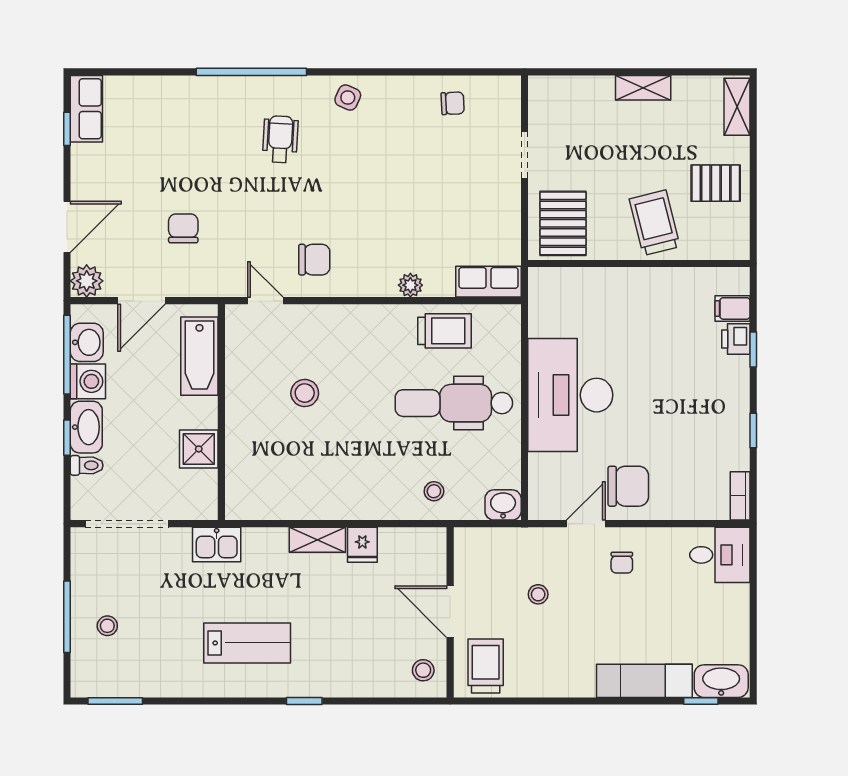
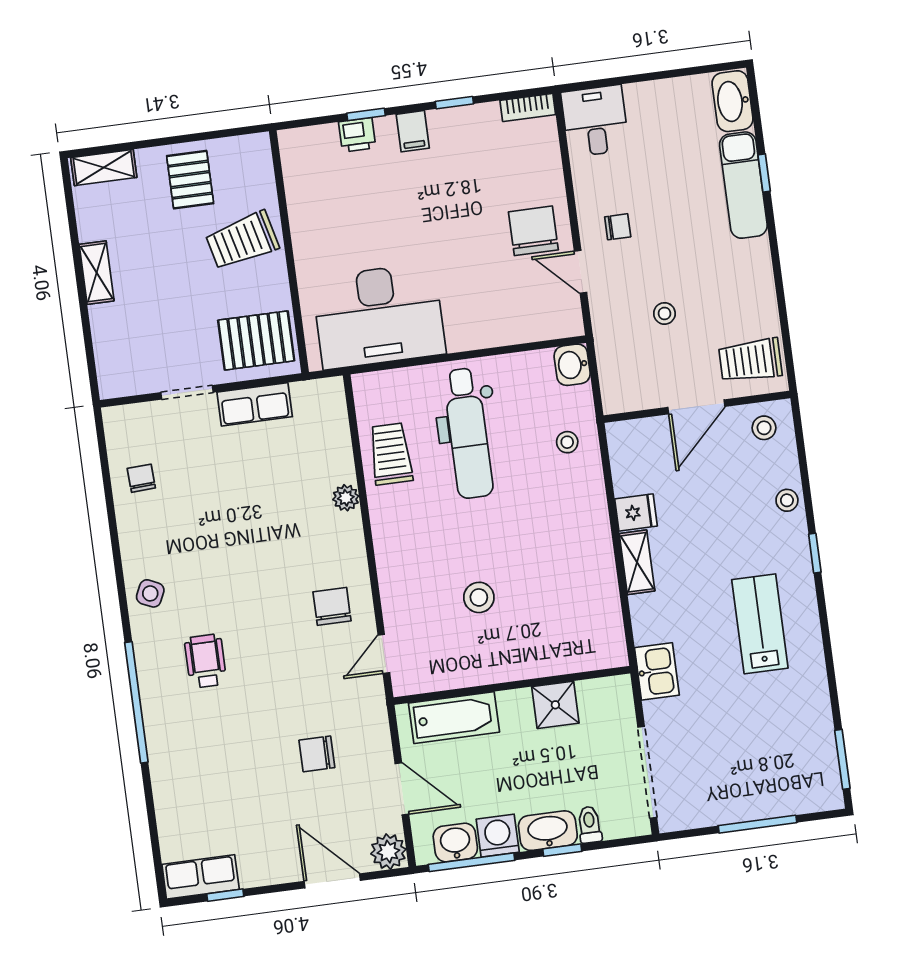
wheelchair: (280, 139) -> (205, 661), turned 87
row of seats: (489, 282) -> (255, 404), moved, turned -90
filing cabinet: (733, 308) -> (413, 131), moved
desk: (570, 395) -> (379, 316), moved
stool: (107, 626) -> (787, 500), moved
window: (701, 701) -> (764, 173), moved

